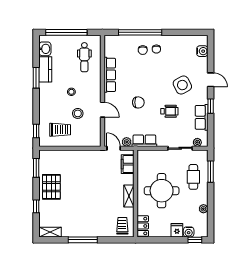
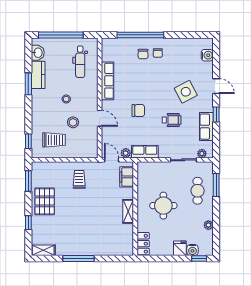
round table: (162, 191) -> (163, 206), width x0.73, depth x0.73
trolley: (122, 226) -> (79, 179), moved

